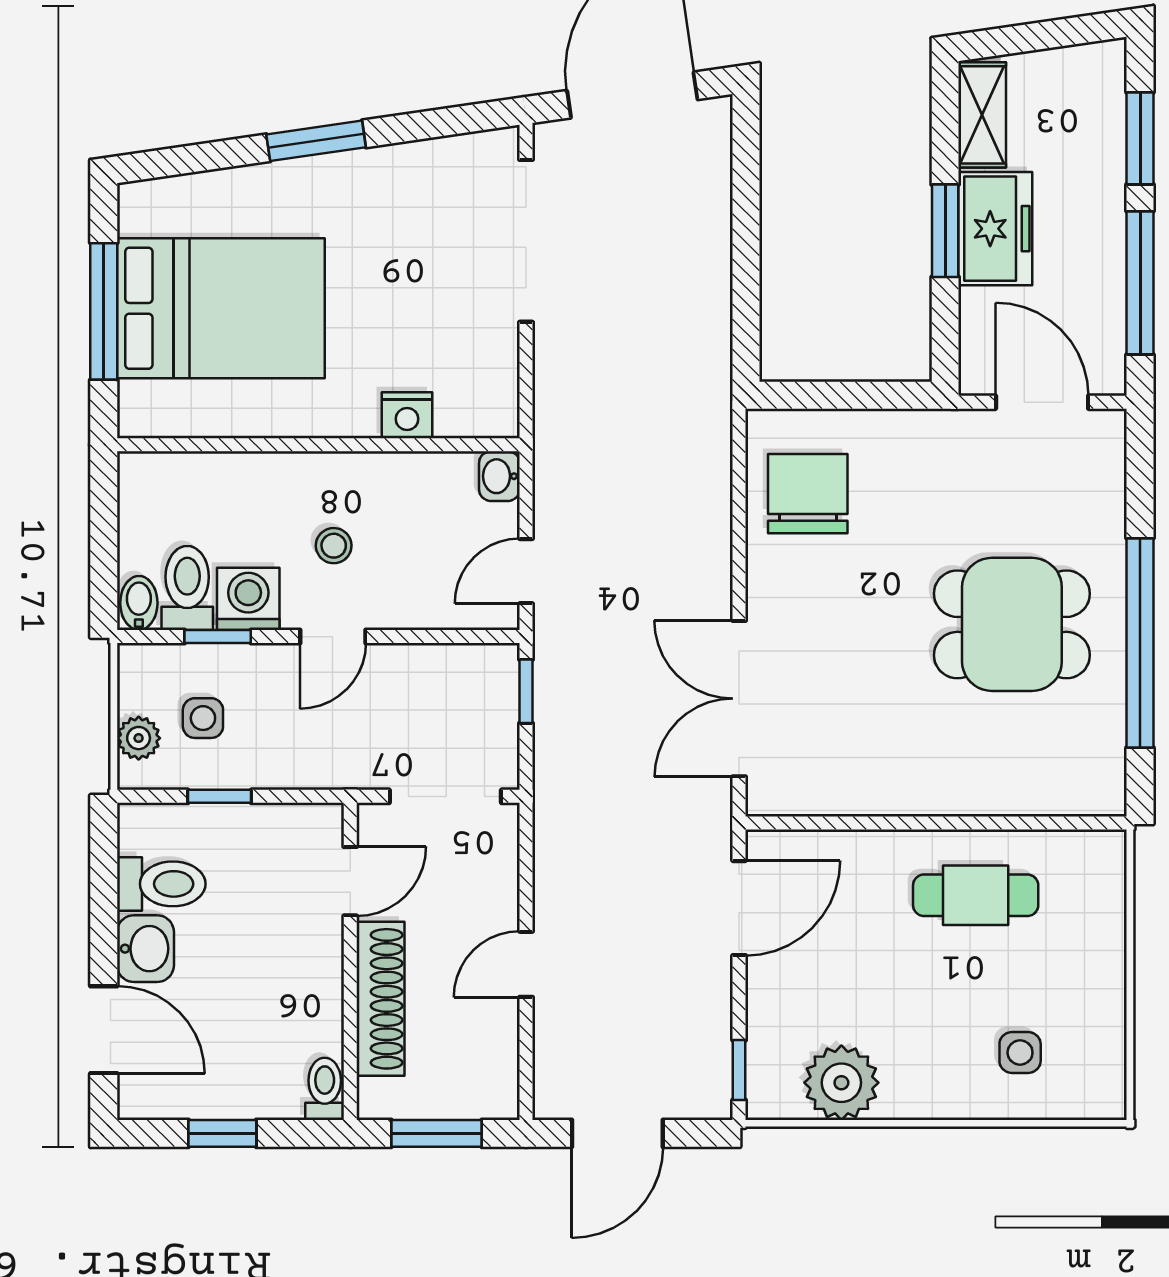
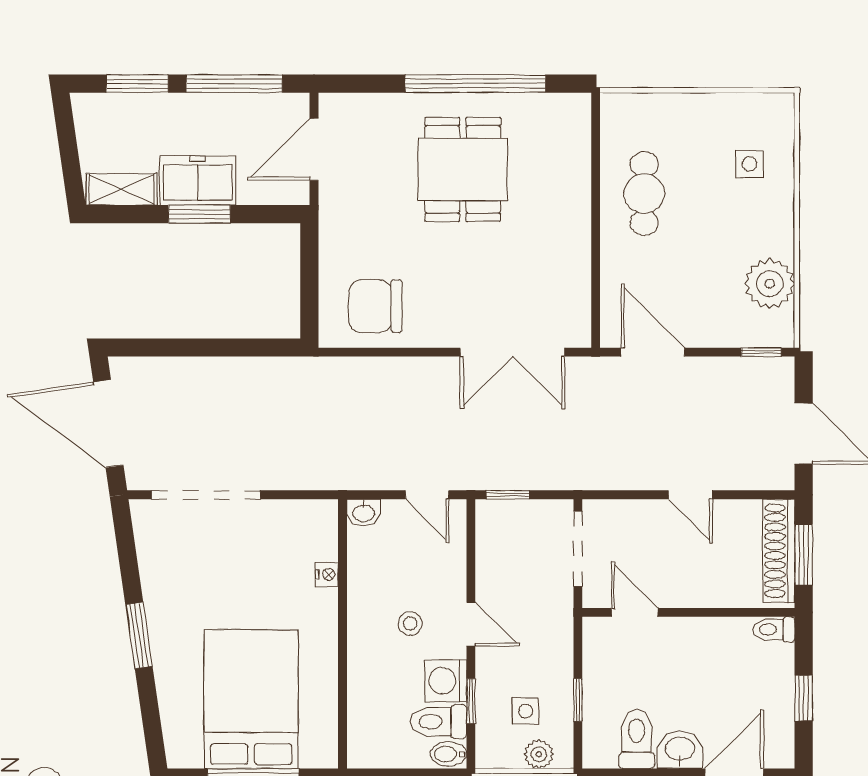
nightstand: (407, 415) -> (327, 574), width x0.72, depth x0.74
shoe rack: (380, 999) -> (779, 551), moved, turned -90

